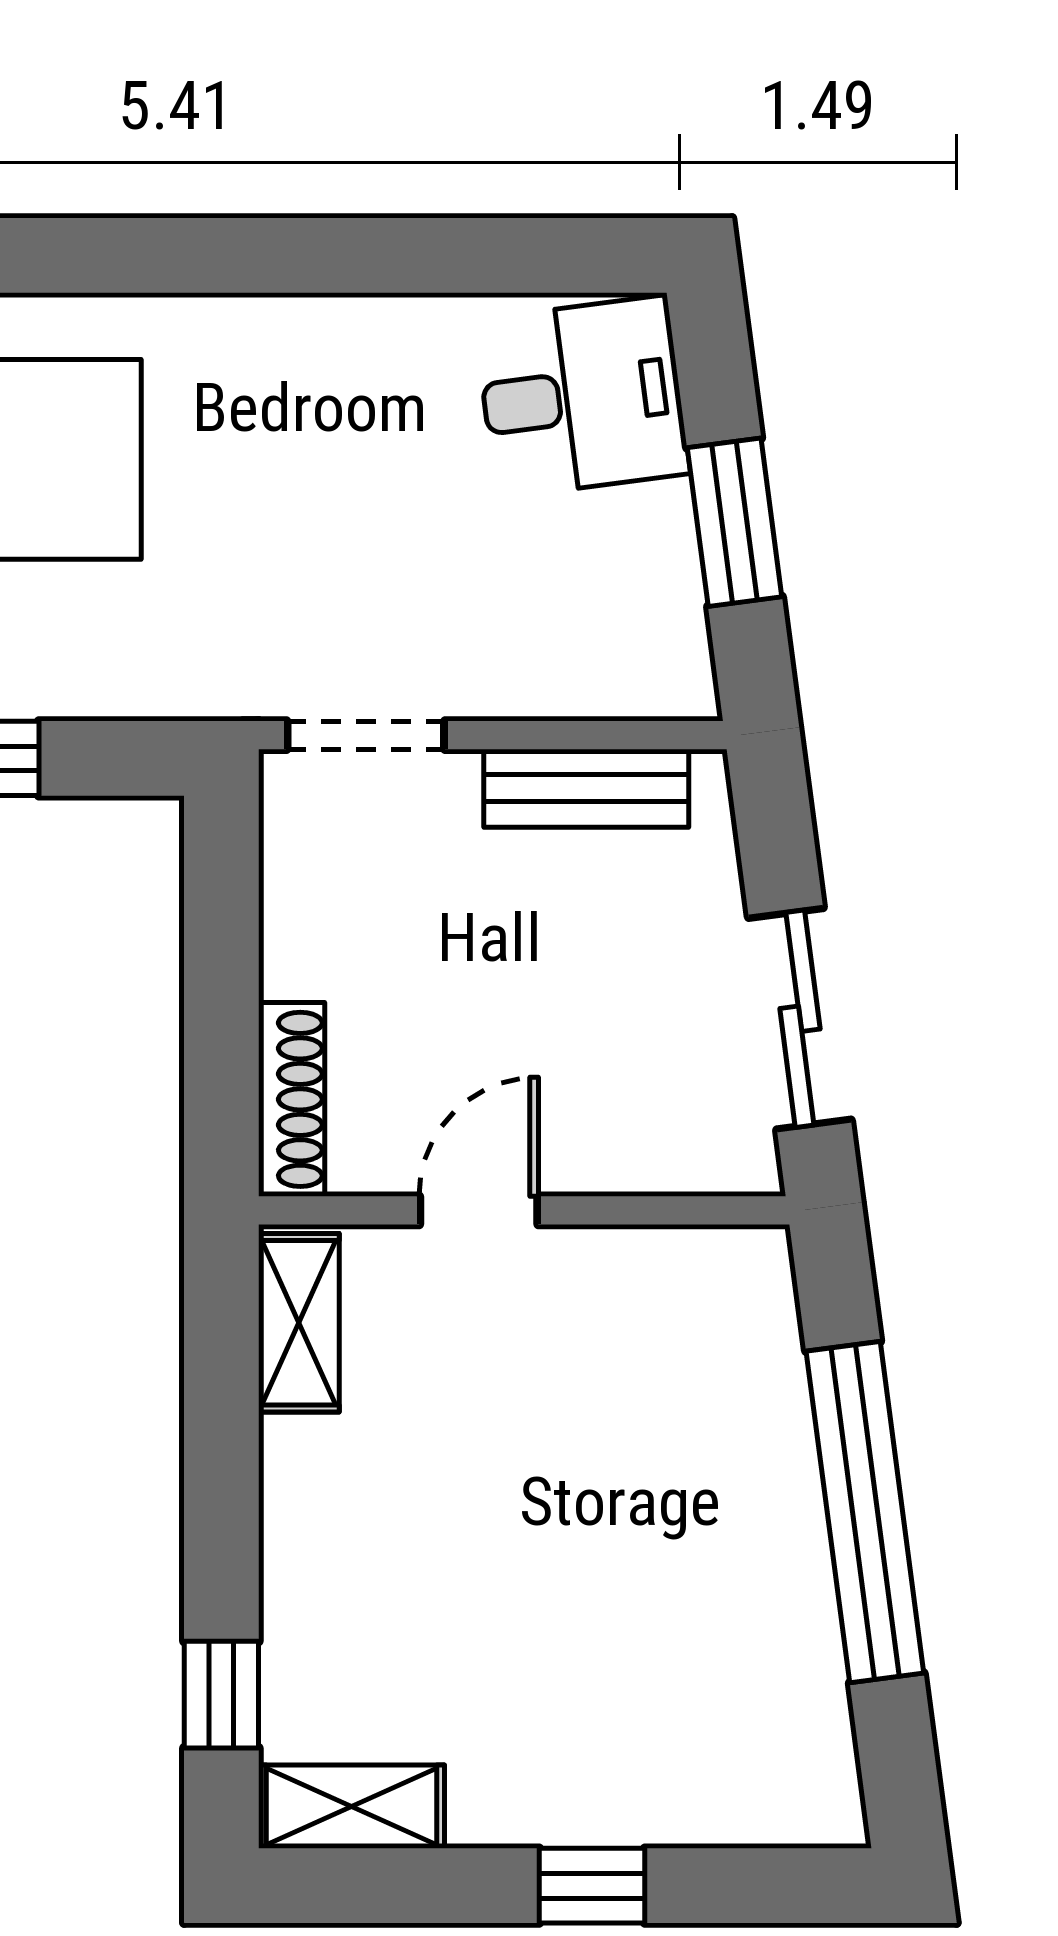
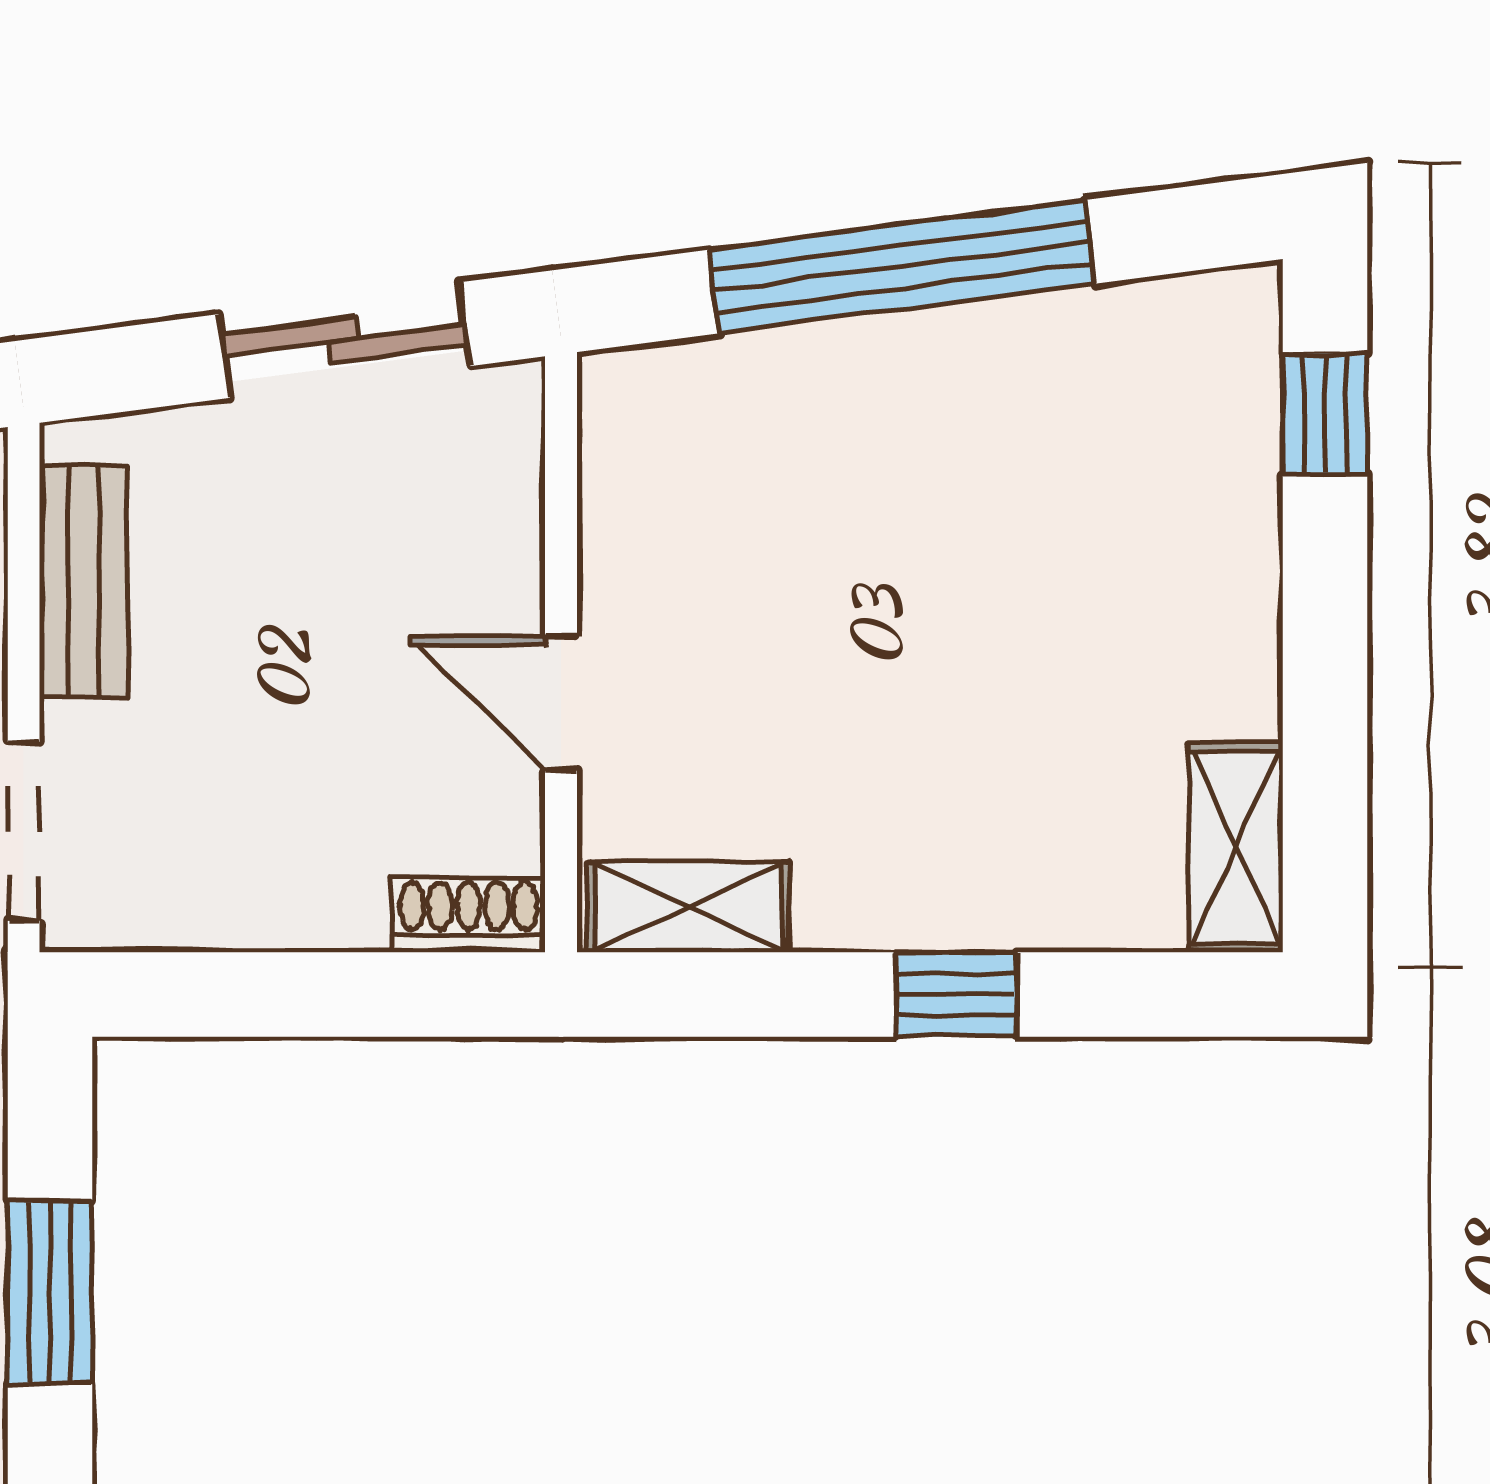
shoe rack: (292, 1099) -> (468, 915), width x0.70
window: (221, 1695) -> (956, 994), moved
window: (592, 1886) -> (1325, 414), moved

